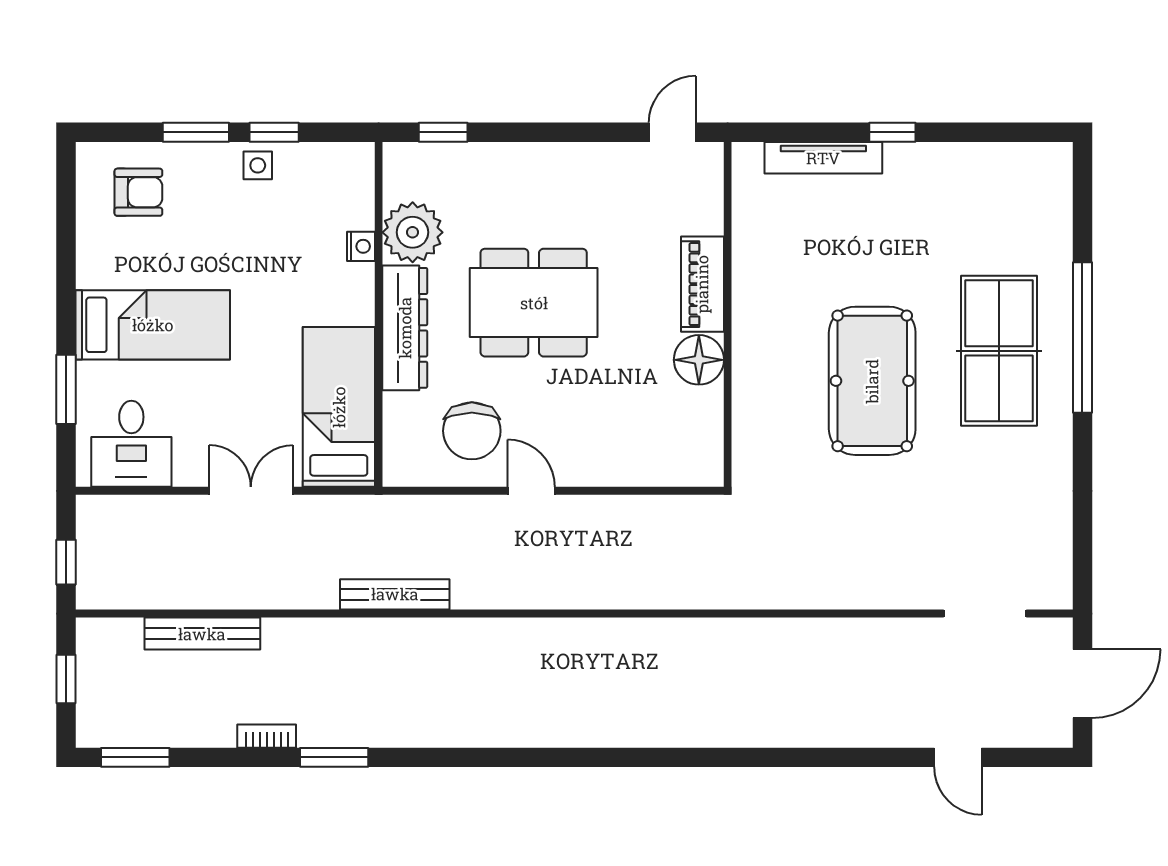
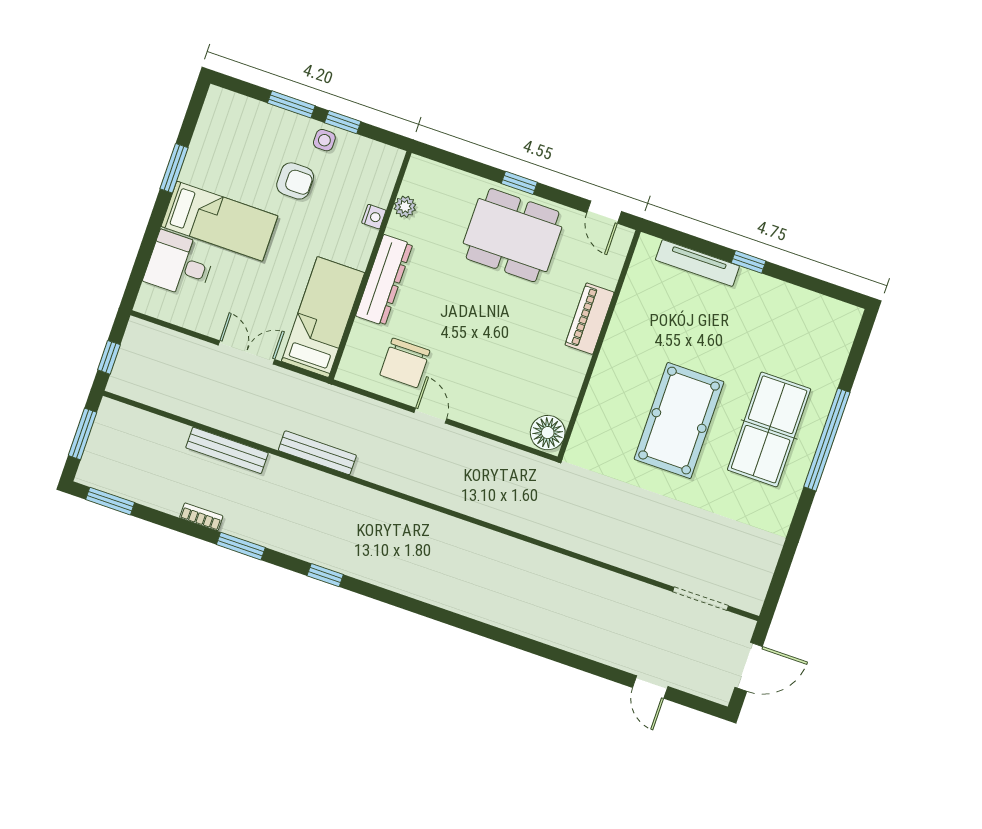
window: (443, 132) -> (519, 183), moved
door: (672, 132) -> (604, 212), swing flipped
armchair: (138, 192) -> (295, 181), moved
plant: (413, 232) -> (405, 207), width x0.53, depth x0.53
dining table: (534, 303) -> (513, 235), moved
floor lamp: (699, 360) -> (548, 433), moved
window: (66, 389) -> (174, 168), moved
desk: (131, 444) -> (180, 265), moved, turned 90
bench: (202, 634) -> (227, 450), moved
window: (66, 679) -> (83, 434), width x1.50
window: (463, 757) -> (325, 575), added

